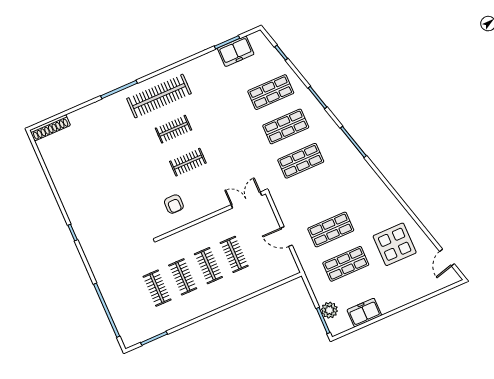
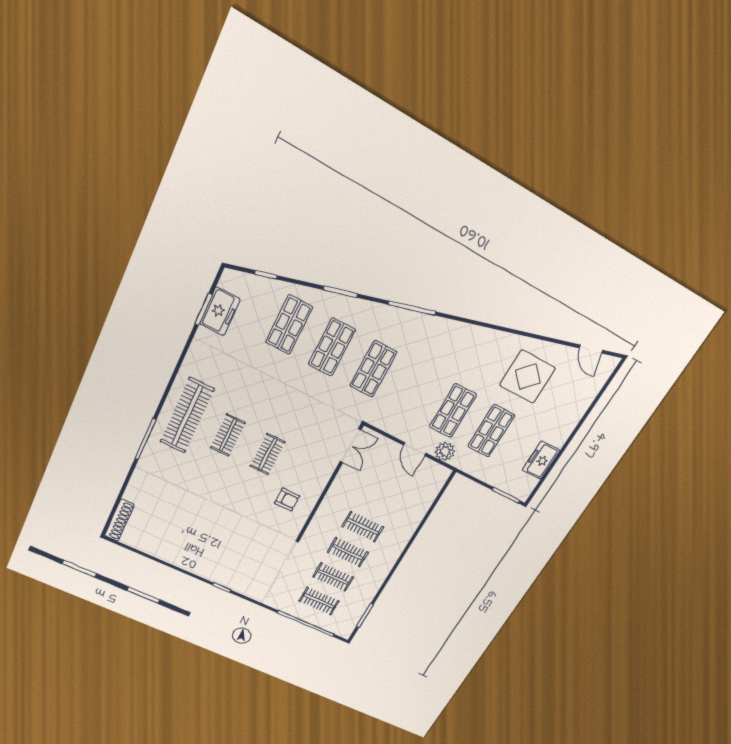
double door: (246, 200) -> (351, 446), swing flipped
door: (286, 237) -> (415, 449), hinge flipped
clothes rail: (234, 254) -> (319, 601), moved
plant: (329, 310) -> (445, 452), moved

